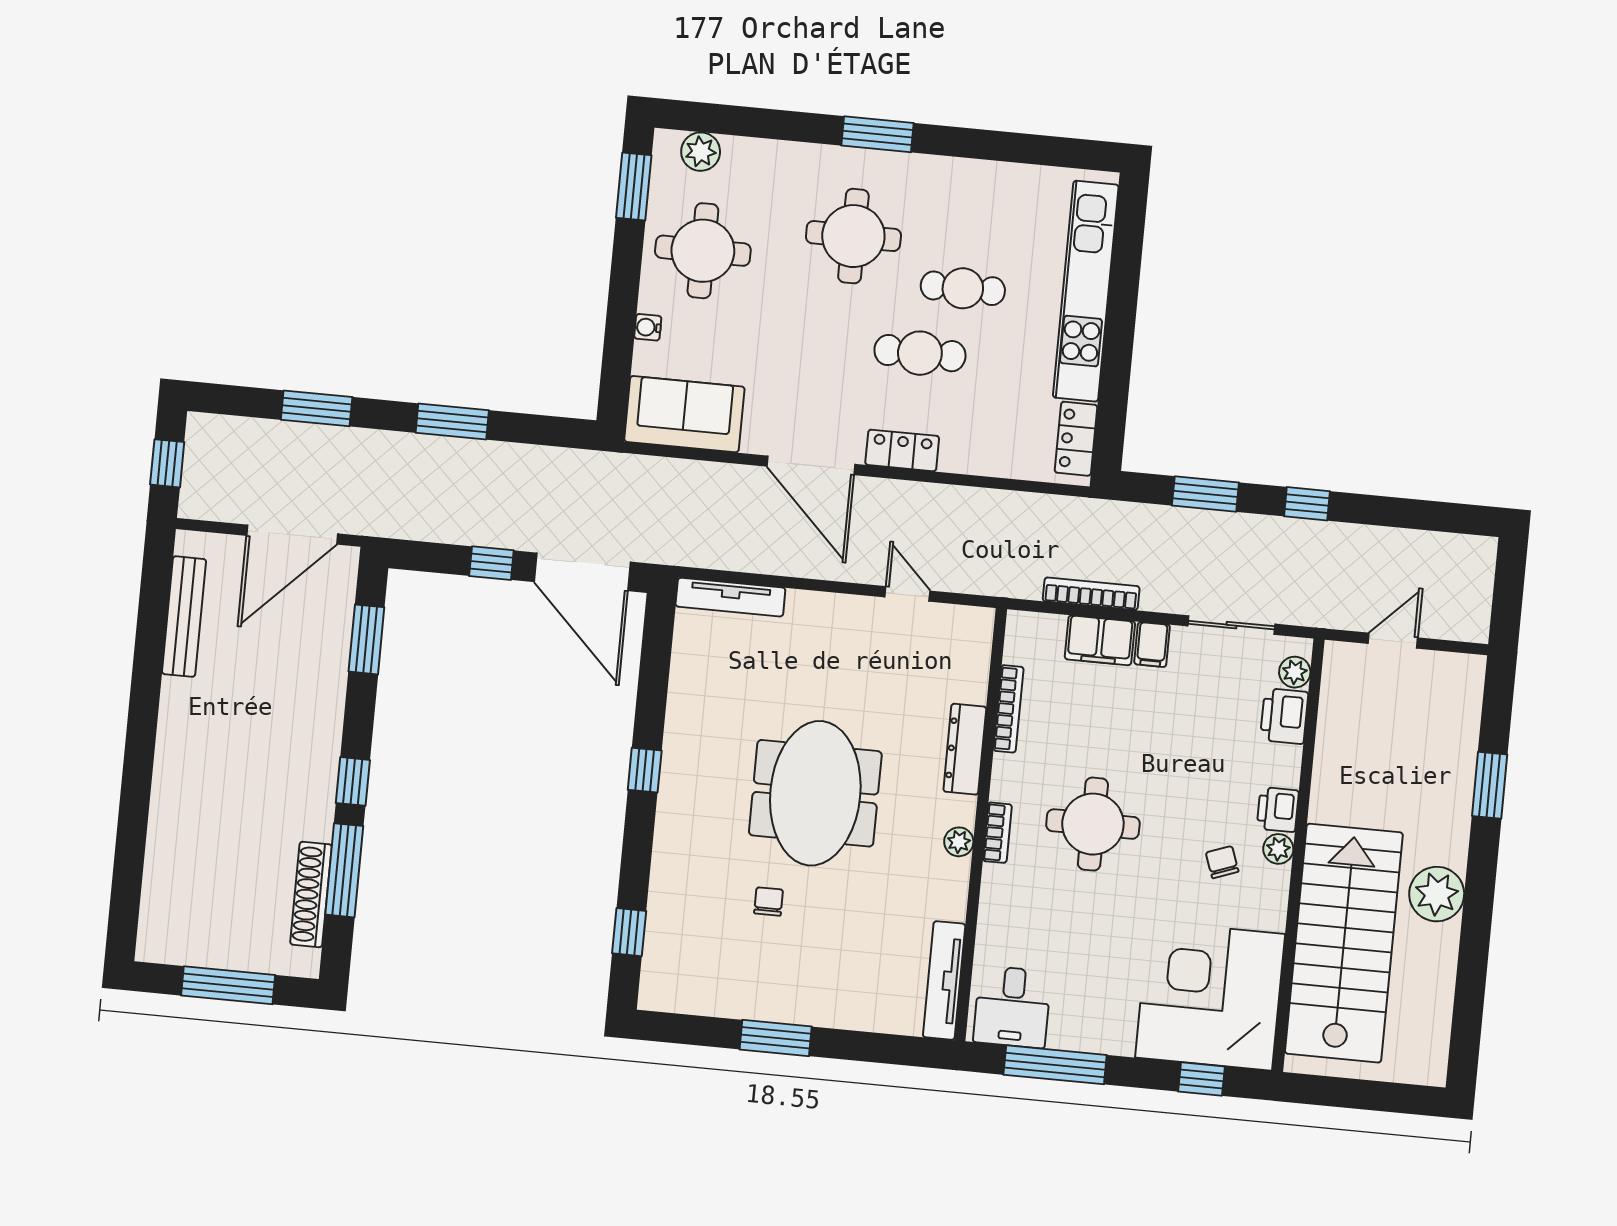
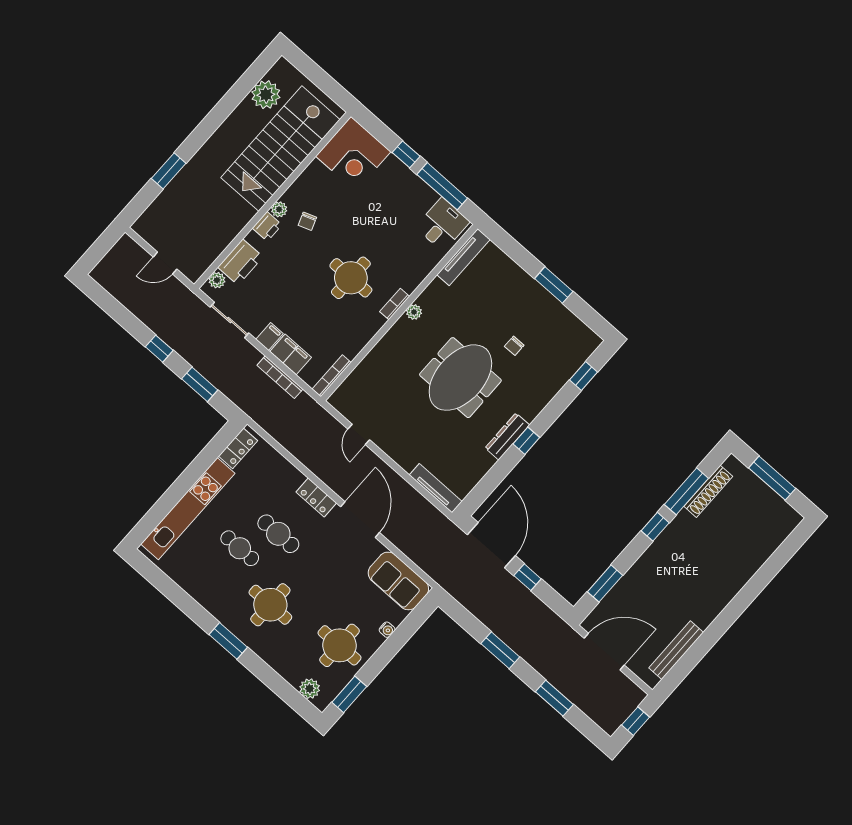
bookcase: (1008, 709) -> (332, 376), moved
printer: (1284, 716) -> (240, 262), width x1.37, depth x1.19
dresser: (965, 749) -> (507, 436), moved, turned 180
plant: (1437, 894) -> (266, 95), moved
corner desk: (1210, 996) -> (353, 154), width x0.74, depth x0.74
window: (1202, 1079) -> (406, 154), moved

